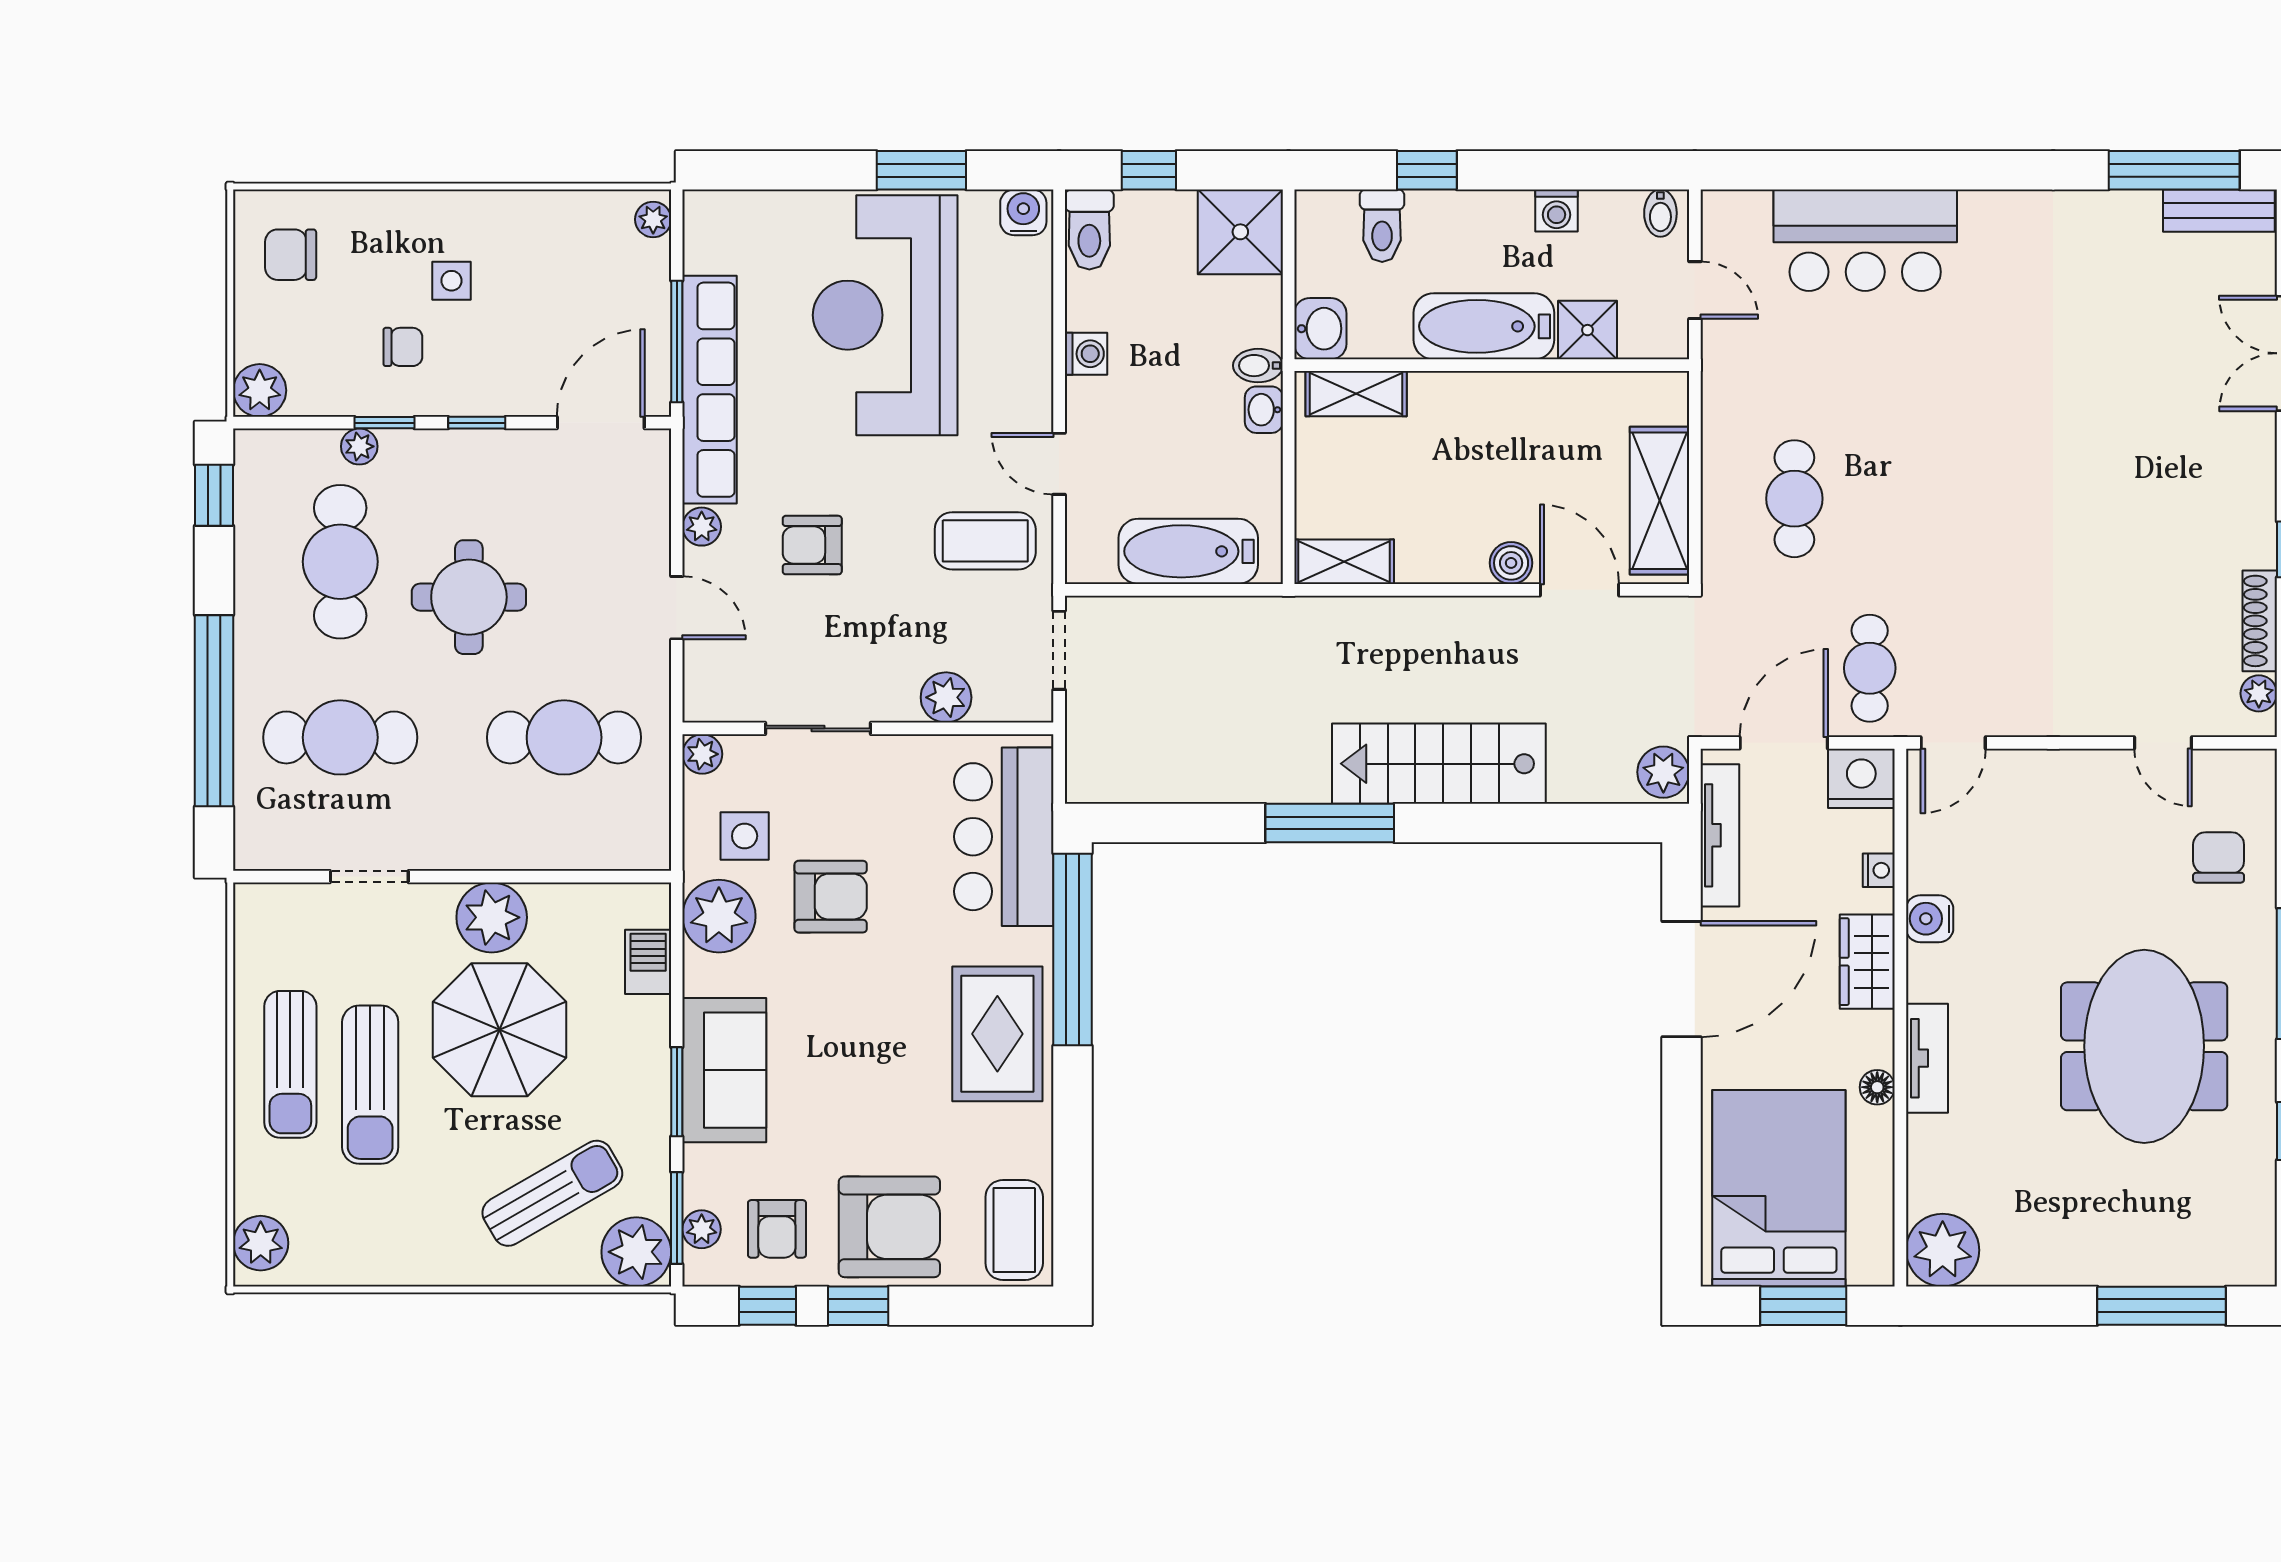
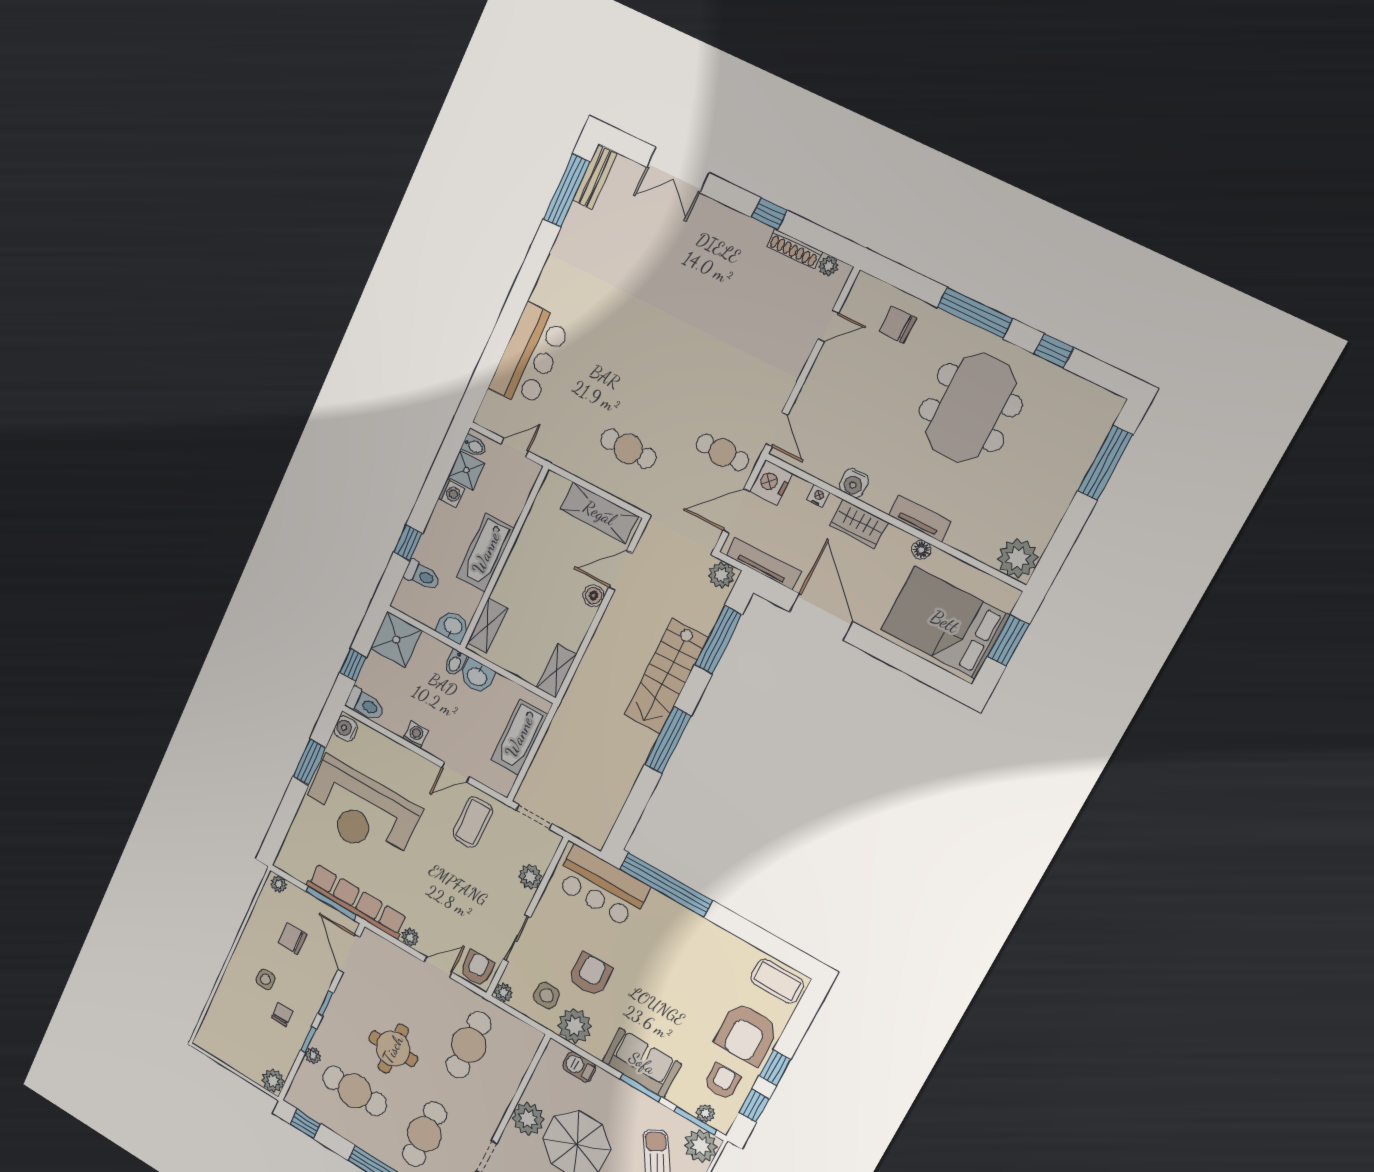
chair: (291, 255) -> (292, 938), moved, turned 90
shower: (1587, 330) -> (466, 470), moved
washbasin: (1264, 410) -> (477, 676), width x1.38, depth x1.45
armchair: (812, 545) -> (477, 968), moved, turned 180
door: (1784, 743) -> (736, 511), hinge flipped
window: (1550, 823) -> (718, 640), added
rug: (997, 1034) -> (686, 938), removed
meeting table: (2144, 1046) -> (971, 408), turned 90
armchair: (889, 1227) -> (747, 1034), turned 180
armchair: (777, 1229) -> (722, 1082), turned -90

